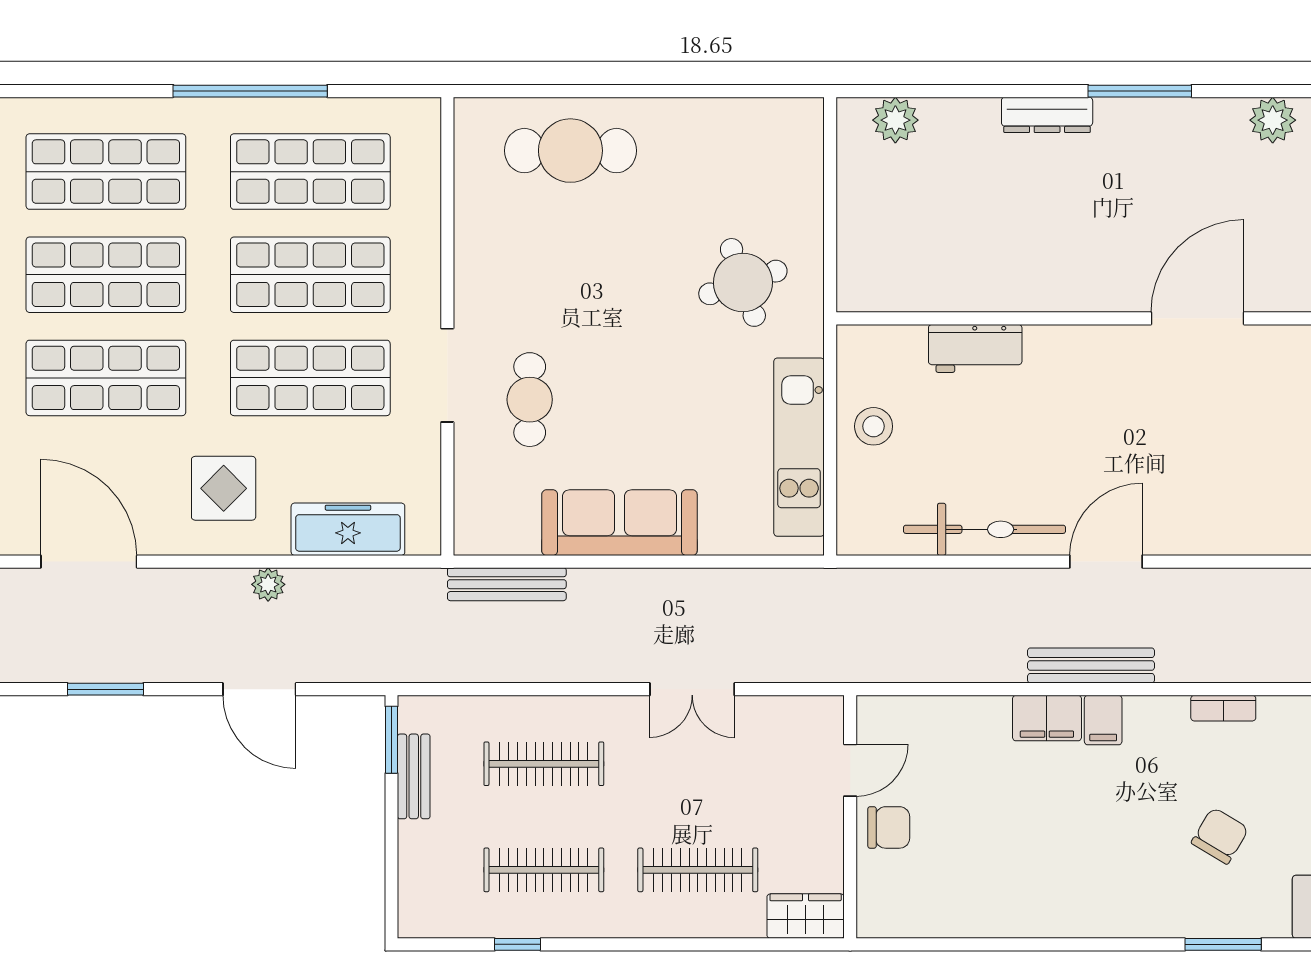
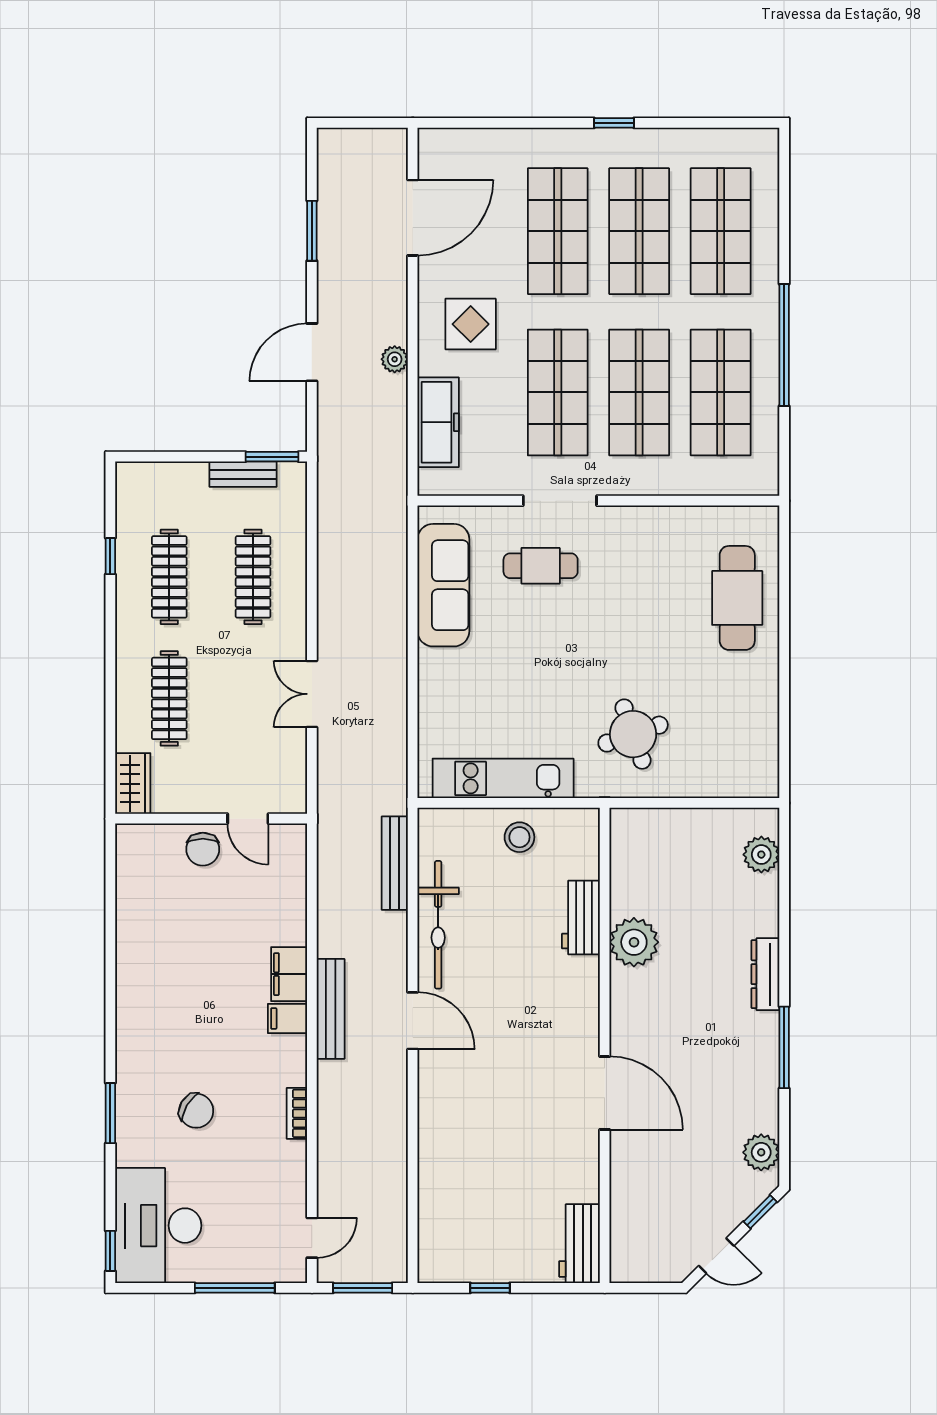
plant: (1007, 281) -> (634, 942), added
sofa: (619, 523) -> (443, 585), moved
bench: (507, 584) -> (395, 863), moved

